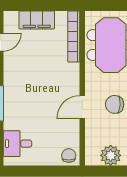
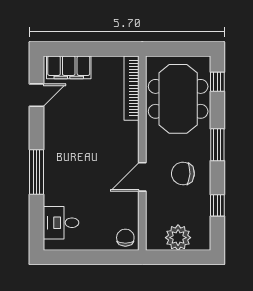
filing cabinet: (37, 20) -> (69, 67), moved

